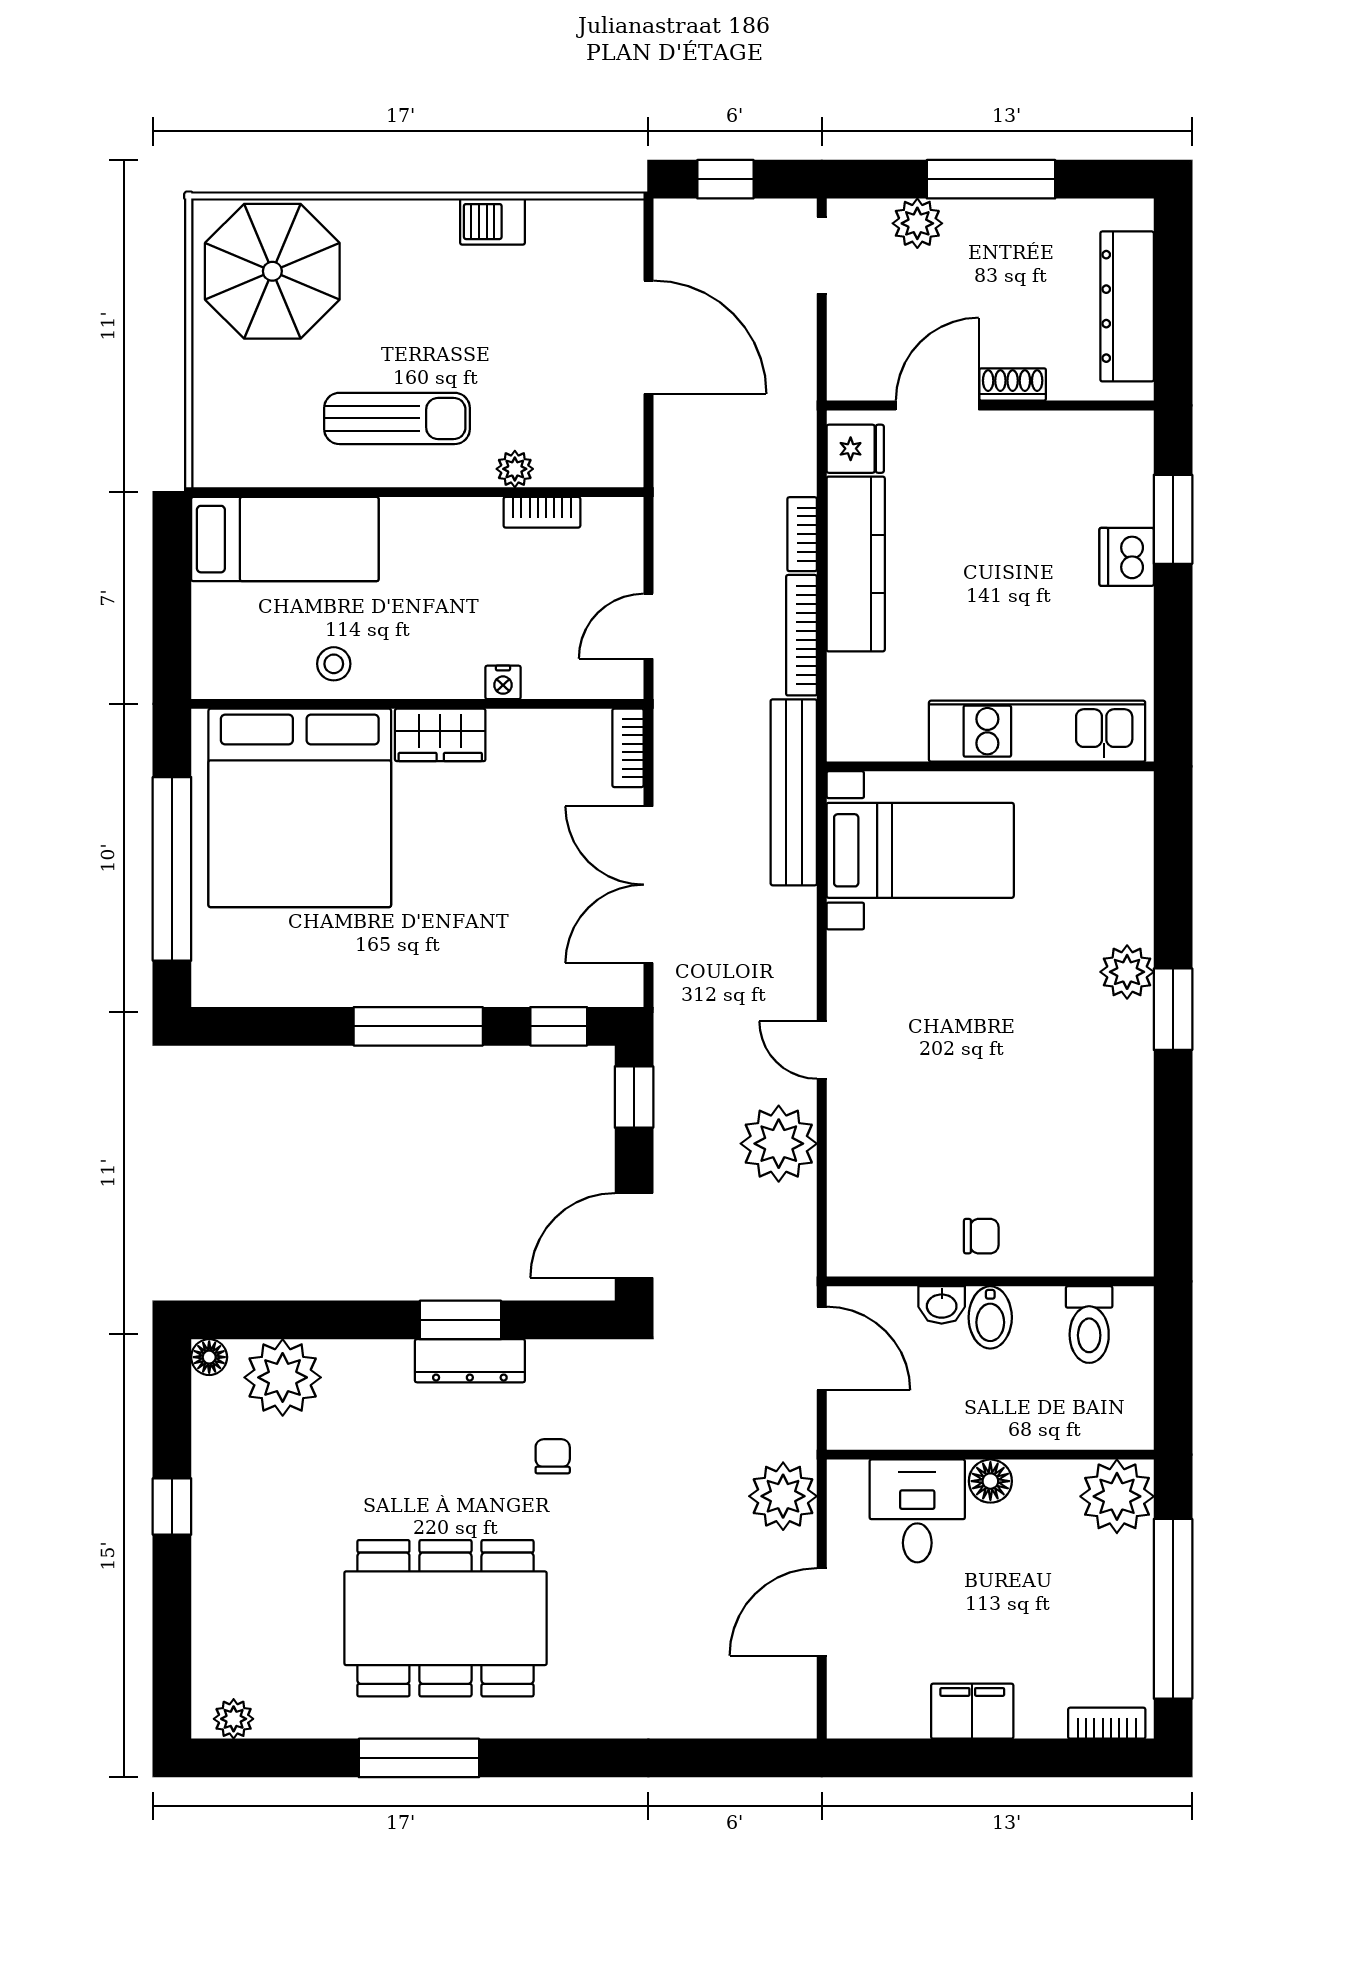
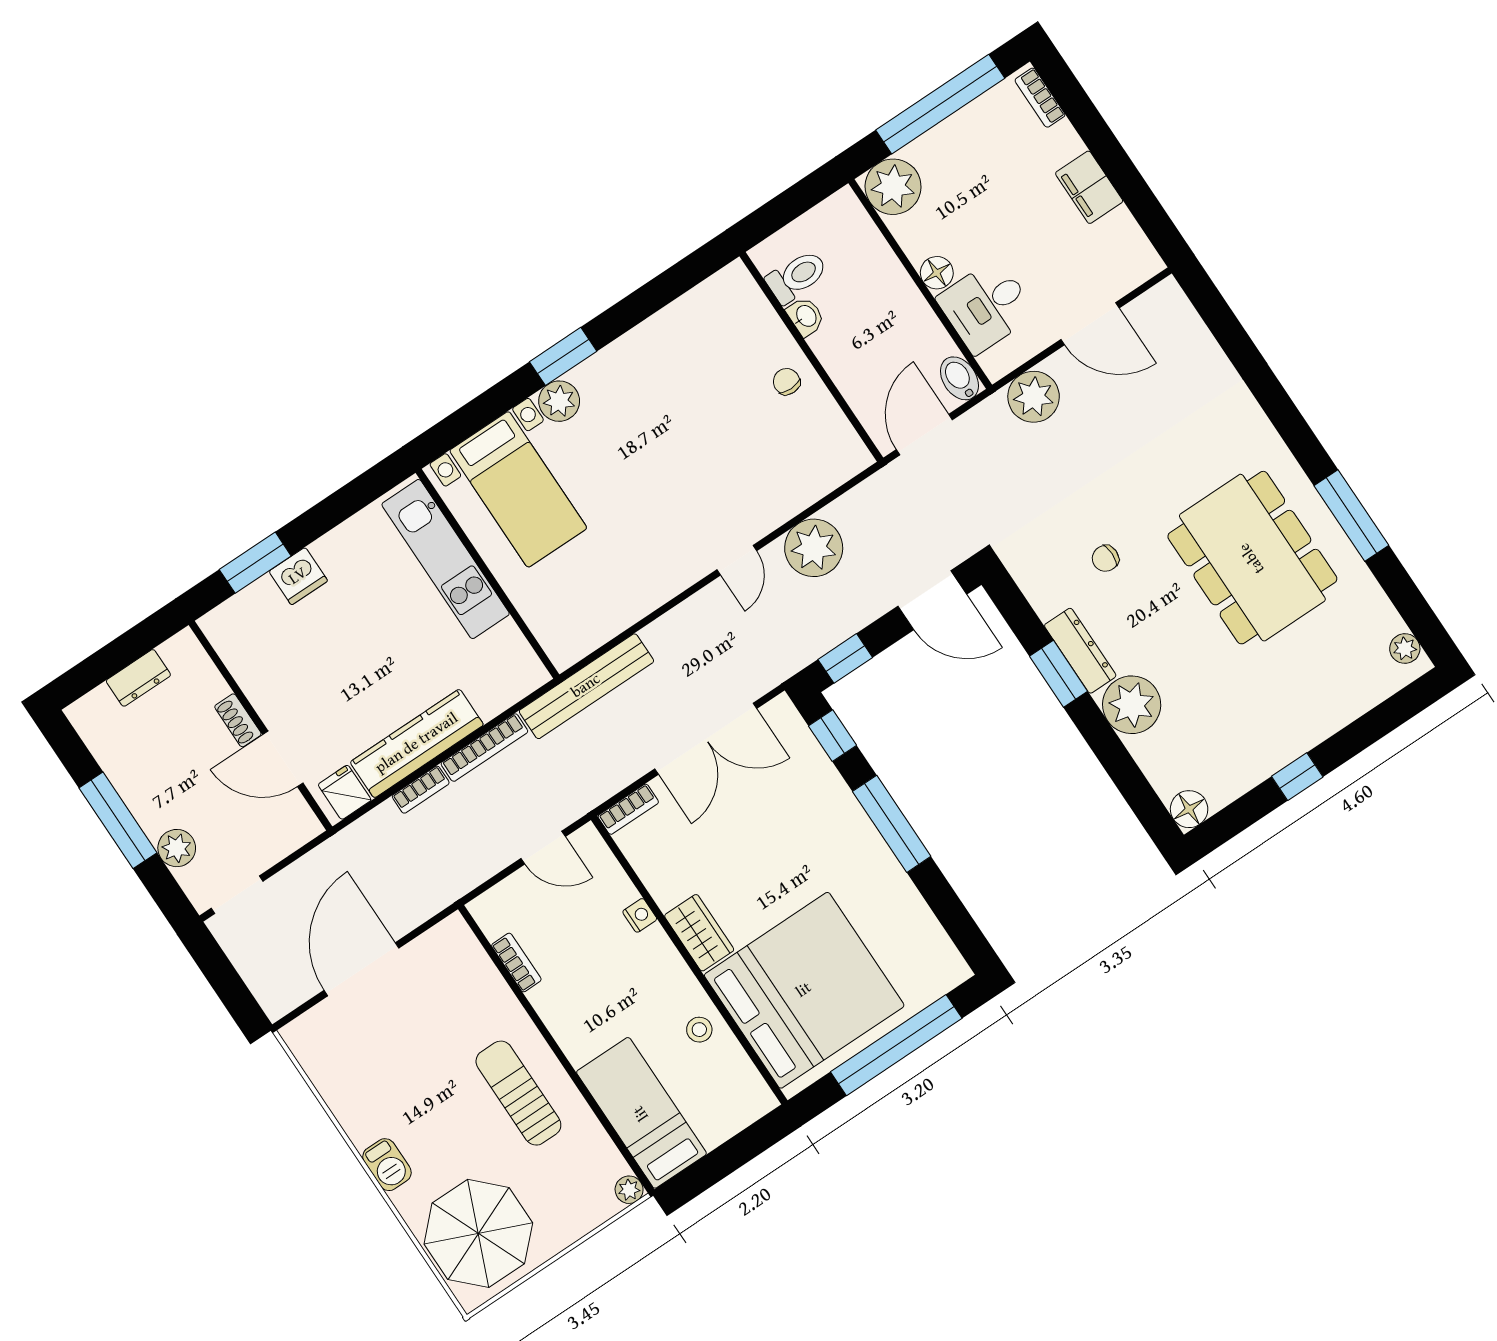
window: (725, 179) -> (230, 987), removed
barbecue: (492, 222) -> (387, 1165), moved
dresser: (1127, 306) -> (138, 678), width x0.51, depth x0.80
plant: (515, 469) -> (629, 1190), moved
bed with nightstands: (920, 850) -> (518, 489), moved, turned 180
washbasin: (942, 1305) -> (806, 316), moved
bidet: (990, 1317) -> (959, 378), moved, turned -90
floor lamp: (209, 1357) -> (1189, 809), width x1.37, depth x1.37
plant: (283, 1377) -> (1132, 705), moved

